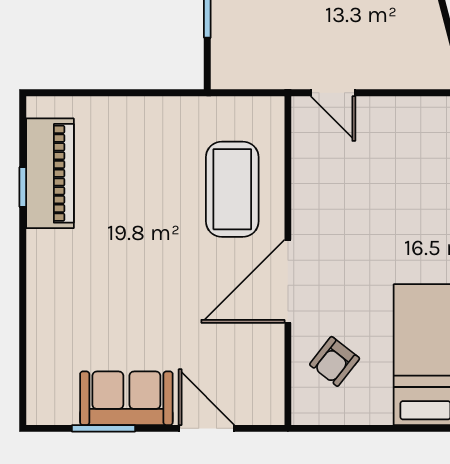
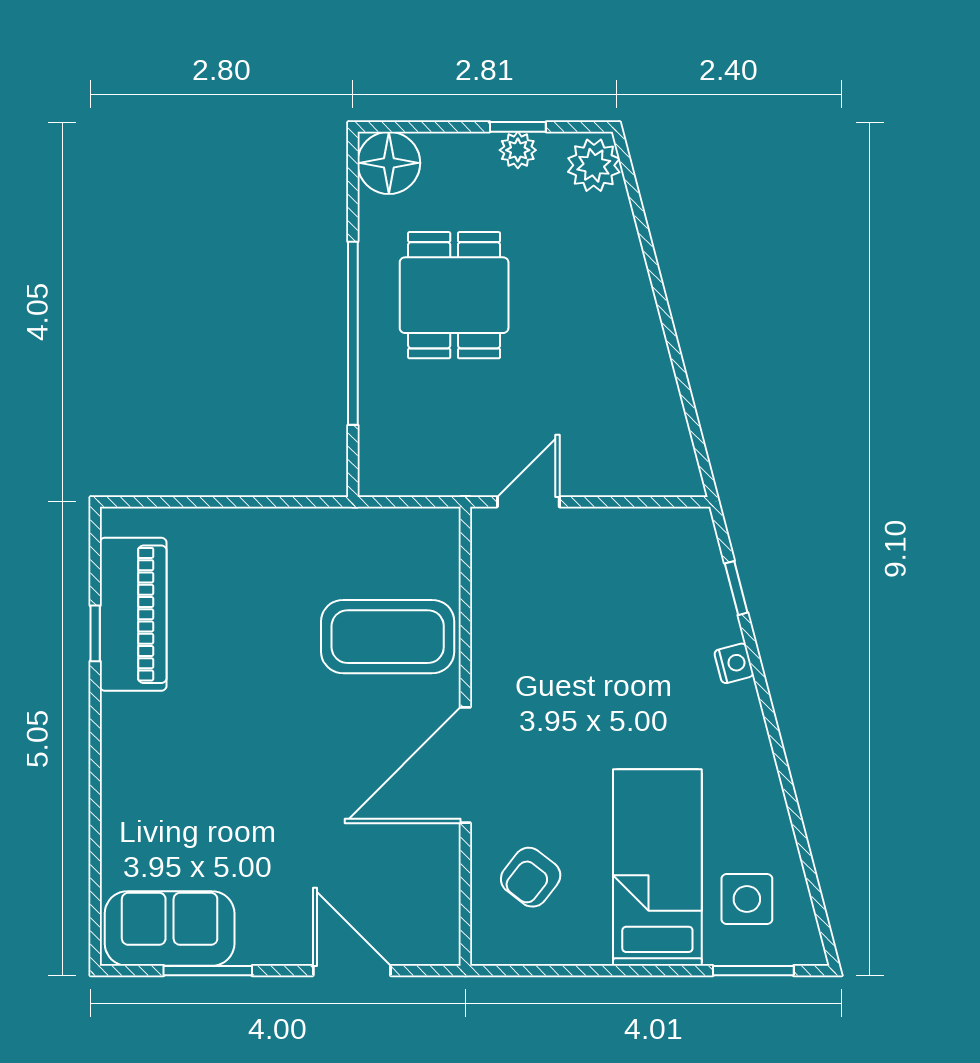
door: (333, 93) -> (528, 502), swing flipped
coffee table: (232, 189) -> (388, 637), turned 90
sofa: (126, 398) -> (170, 929), moved

